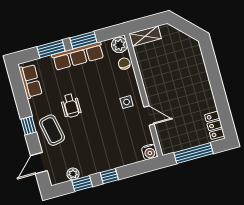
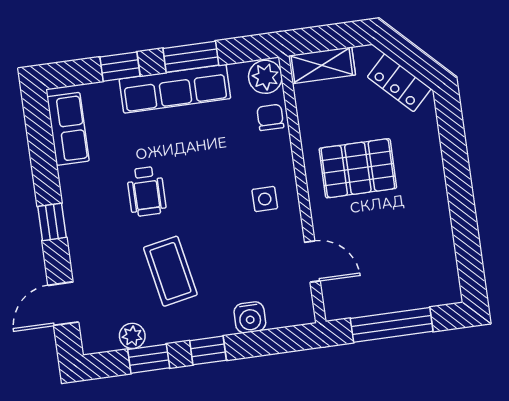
window: (51, 49) -> (120, 67), width x0.67
pallet: (168, 82) -> (358, 168), added
door: (149, 116) -> (312, 262), moved
locker: (215, 125) -> (399, 83), moved, turned -45
coffee table: (52, 130) -> (170, 271), moved
water cooler: (150, 152) -> (250, 317), moved

